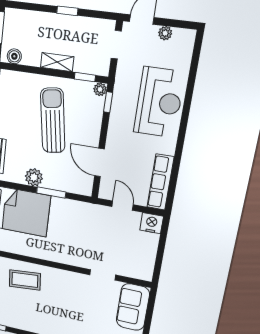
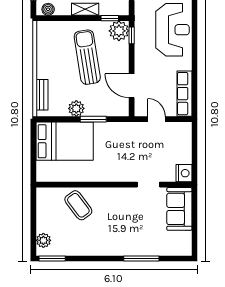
plant: (100, 89) -> (119, 31), width x1.88, depth x1.88
nightstand: (152, 223) -> (184, 173), moved, turned 90
coffee table: (25, 280) -> (78, 205), turned 58

